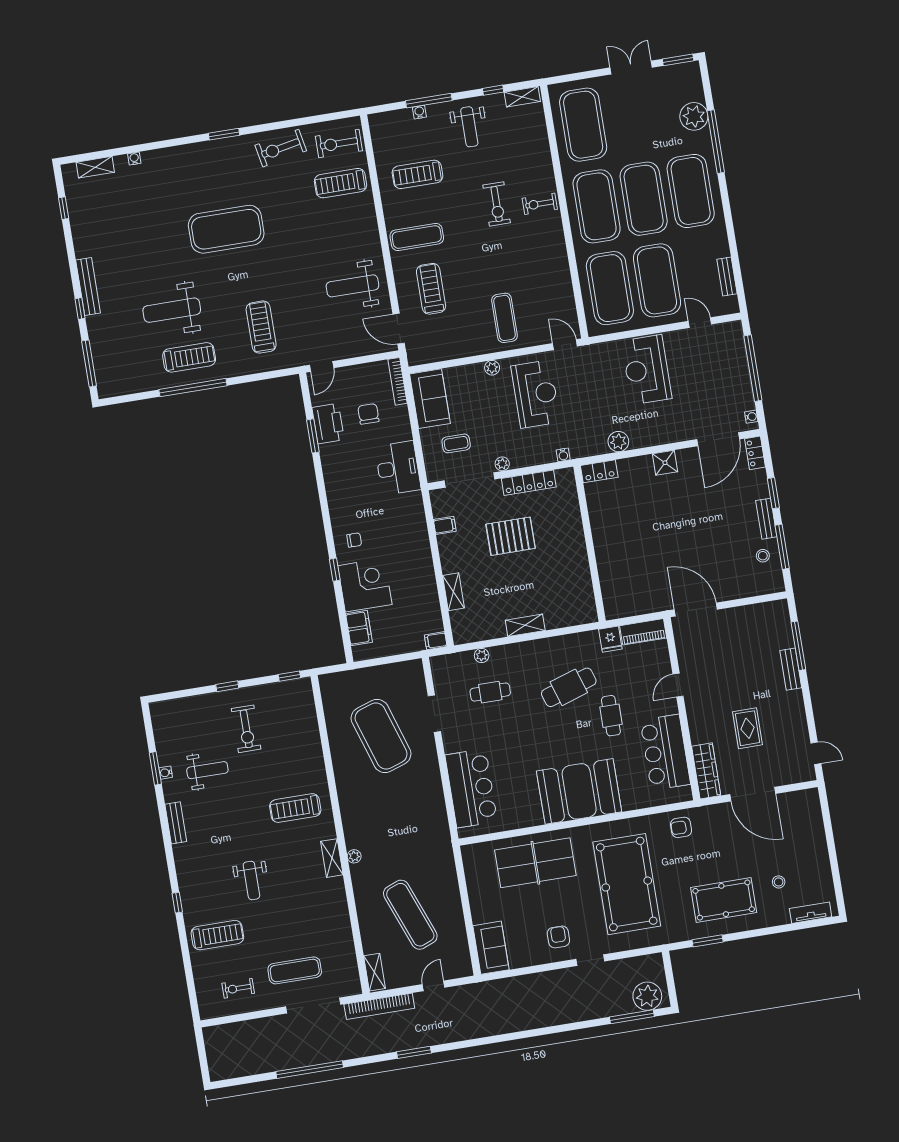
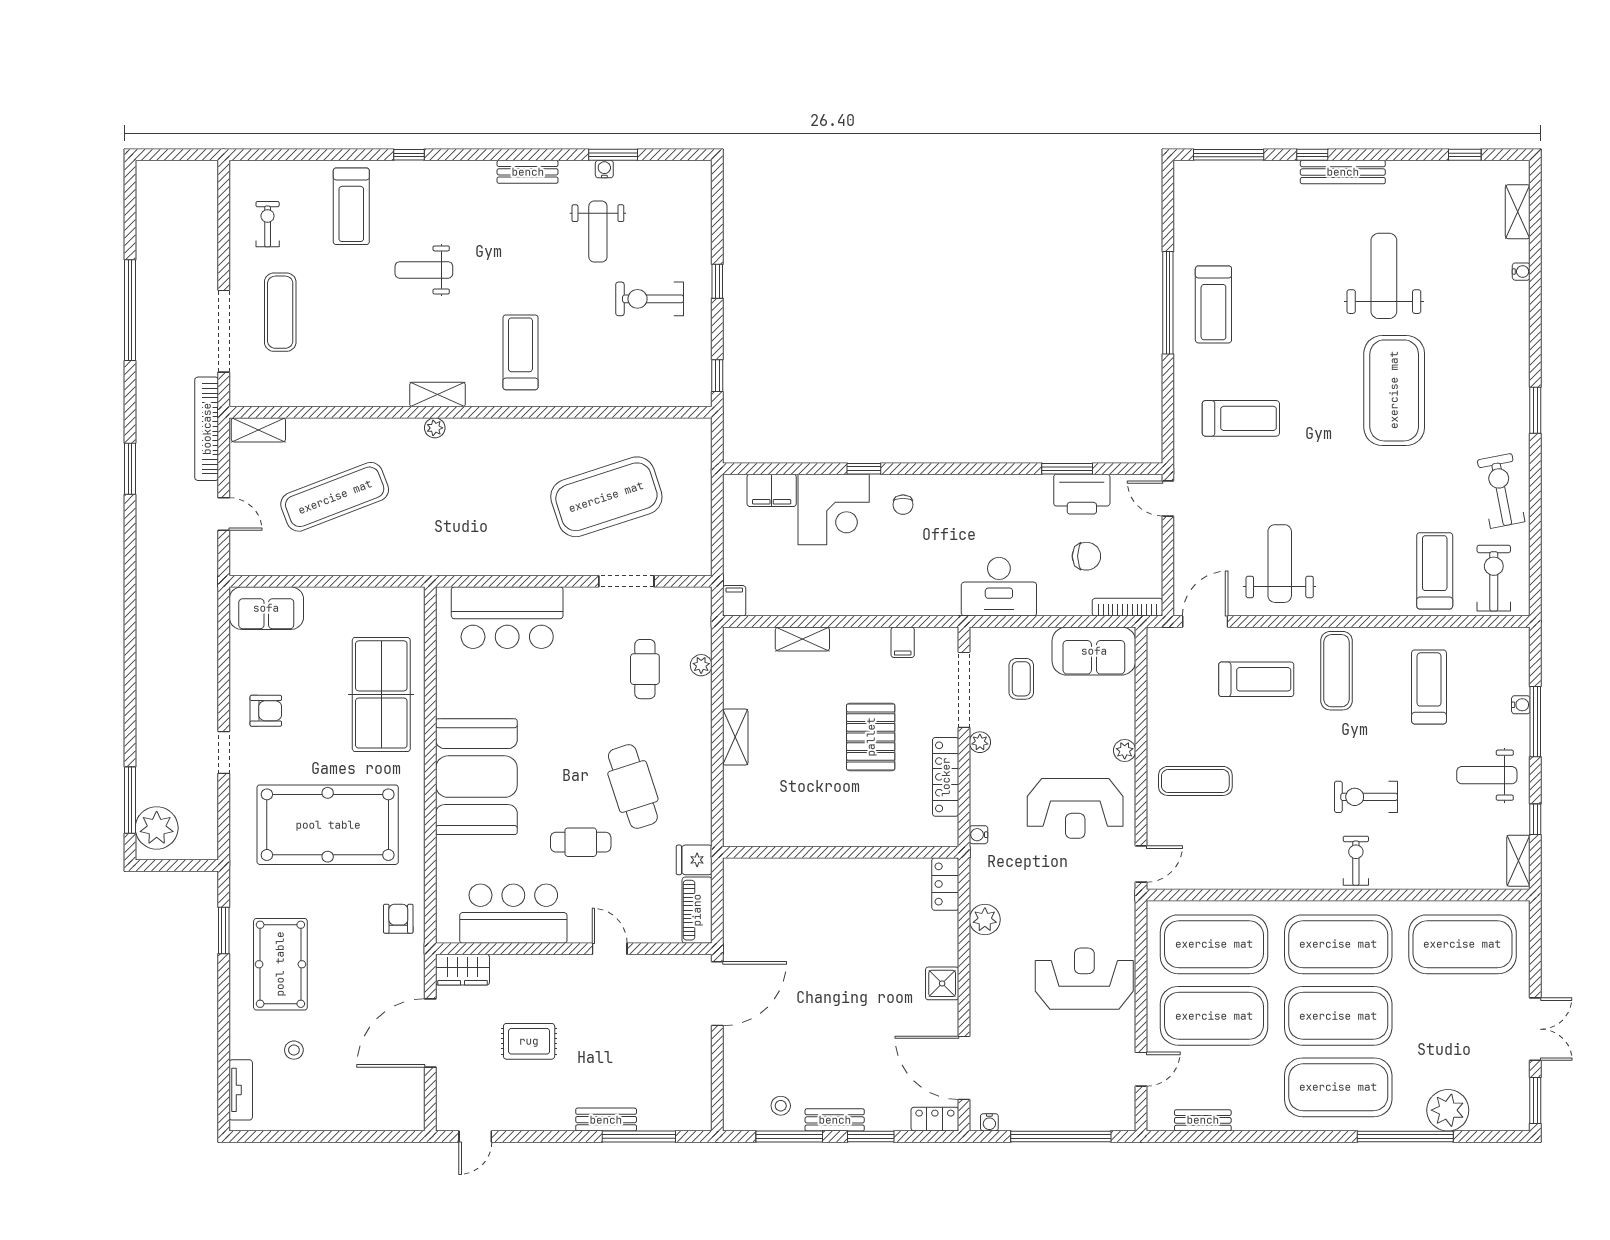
weight bench: (172, 310) -> (1384, 276), moved
wardrobe: (706, 771) -> (462, 970), width x0.67

